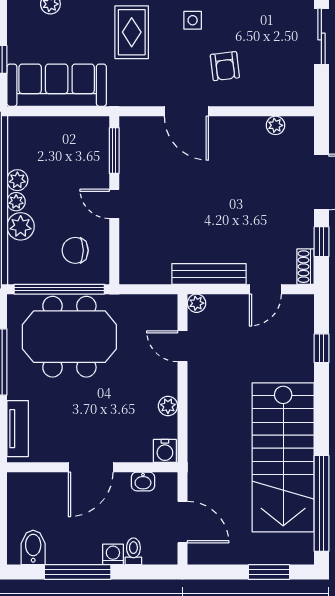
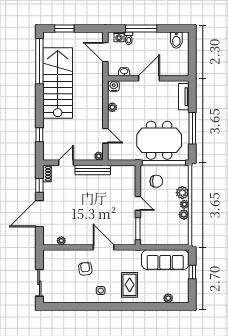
washing machine: (113, 554) -> (119, 37), moved
window: (78, 572) -> (141, 28), moved

